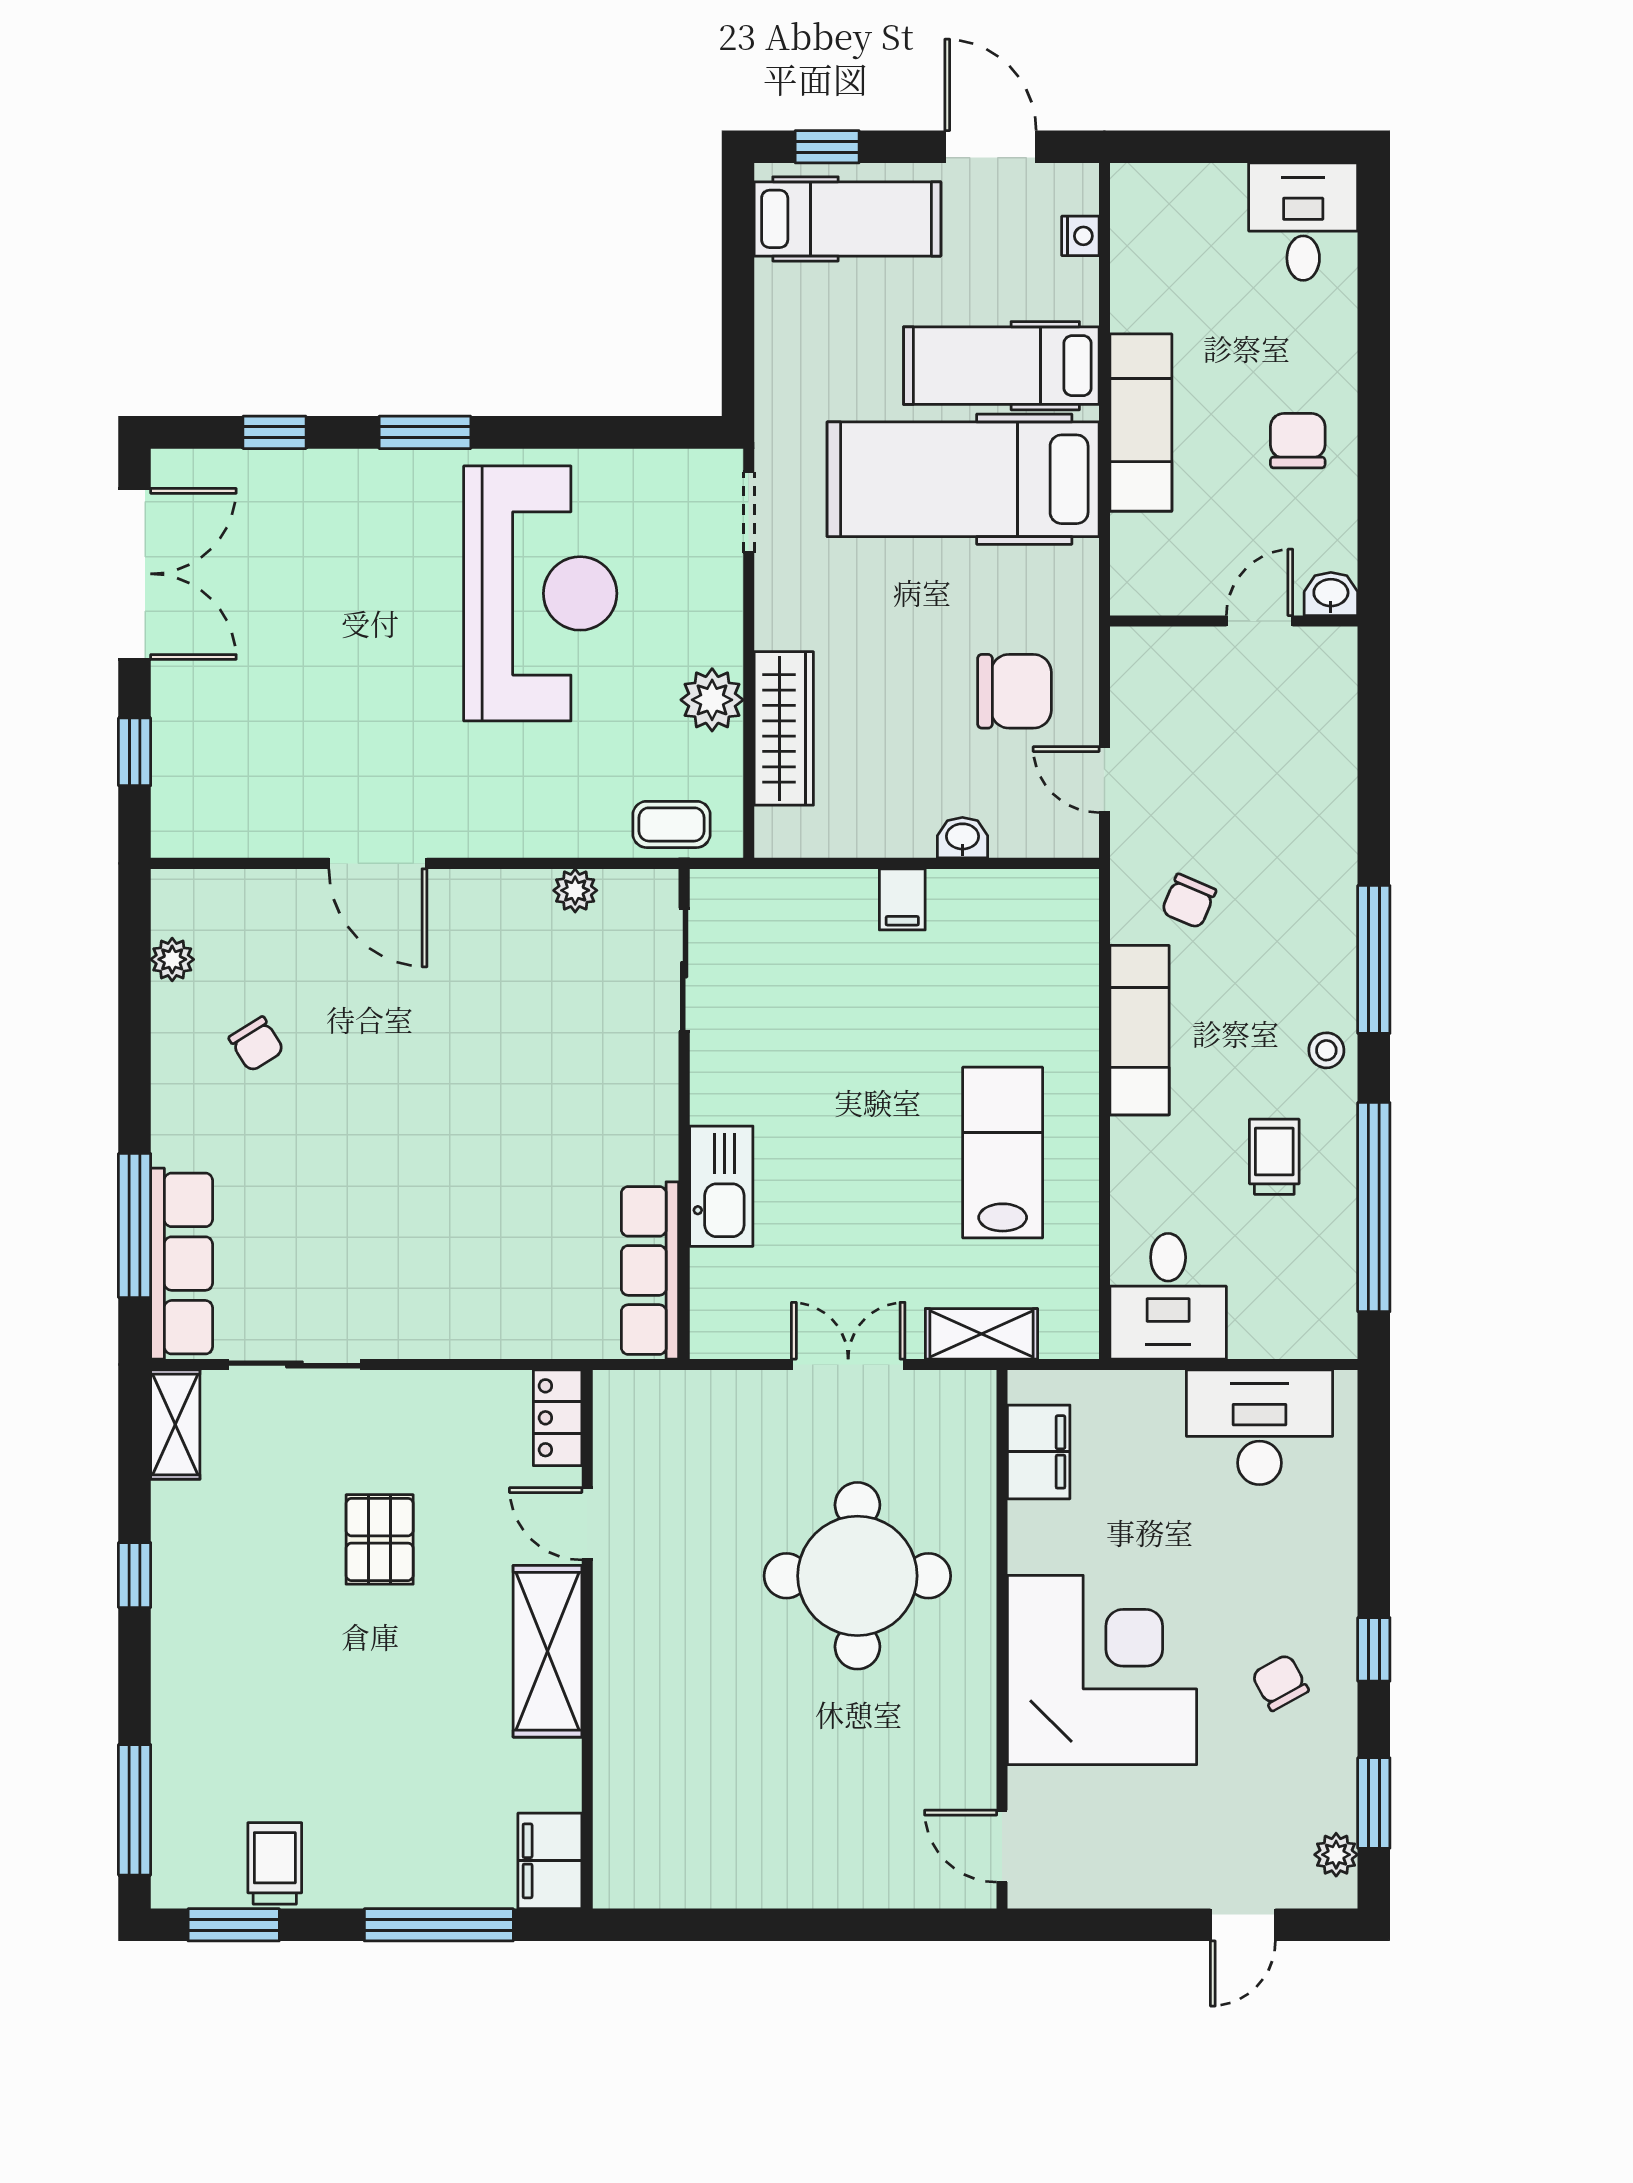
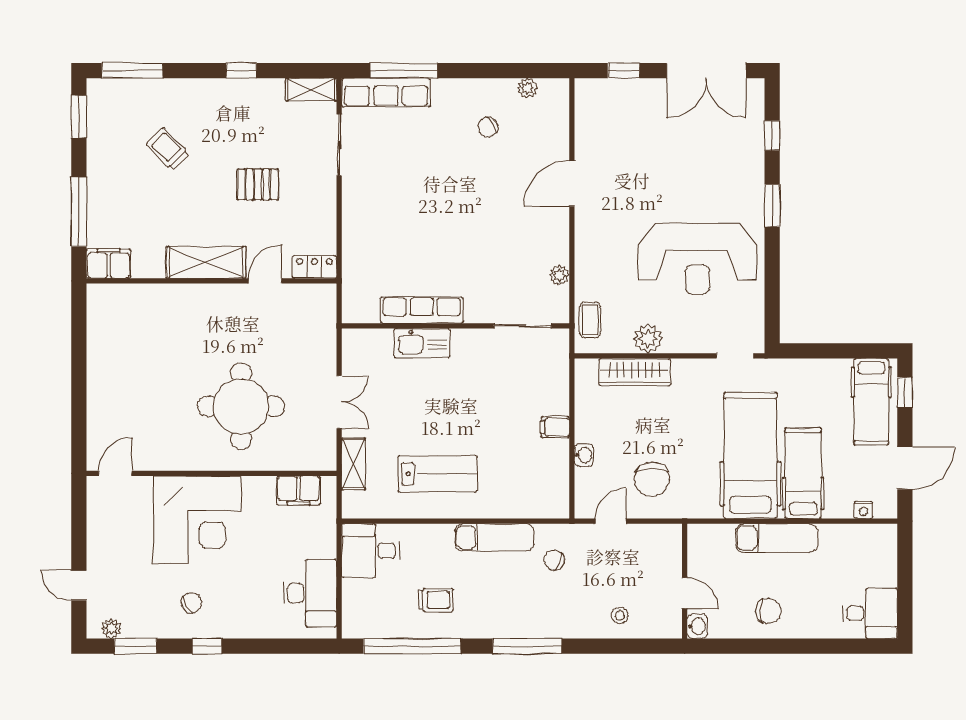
stool: (1326, 1050) -> (620, 616), moved
row of seats: (650, 1270) -> (422, 310), moved
trolley: (275, 1863) -> (168, 149), moved, turned -135

